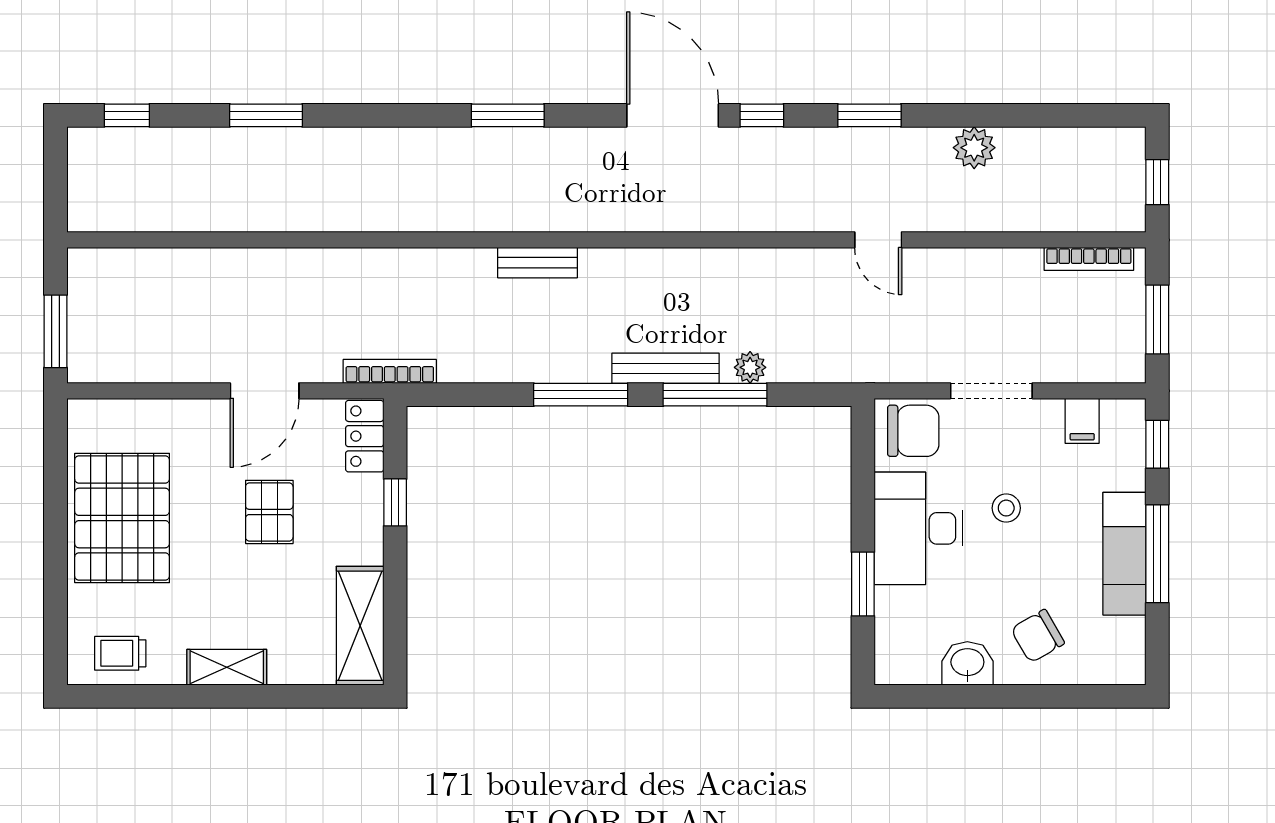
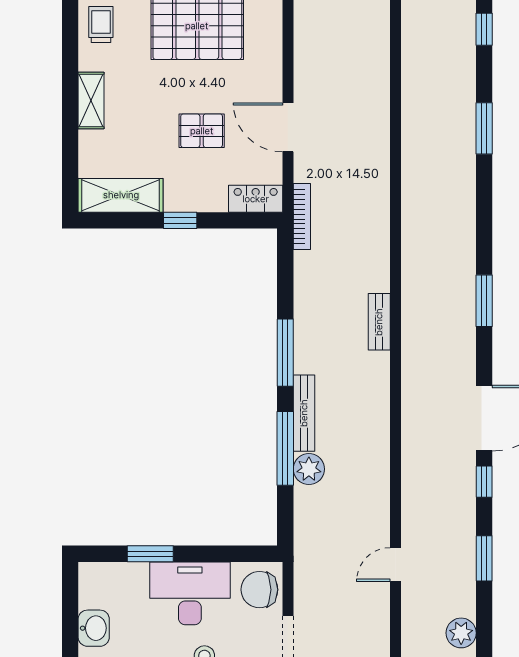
plant: (750, 367) -> (309, 469), width x1.38, depth x1.38
chair: (913, 431) -> (259, 590), turned 90
window: (395, 502) -> (180, 220), moved

